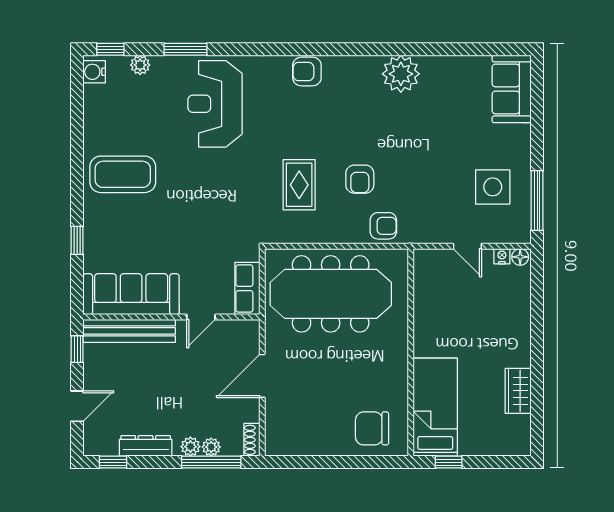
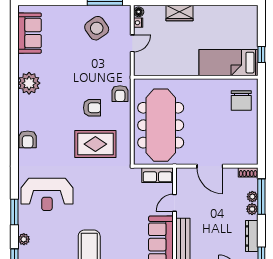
sofa: (512, 89) -> (30, 33), moved, turned -90
rug: (299, 185) -> (95, 144), width x1.36, depth x1.43
side table: (493, 187) -> (97, 28), turned -35
armchair: (383, 226) -> (120, 94), turned 180
door: (201, 317) -> (175, 203), swing flipped
wardrobe: (518, 391) -> (180, 13), moved

